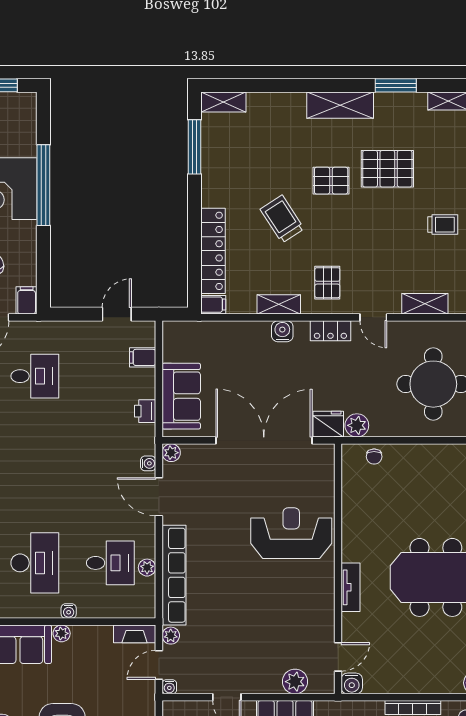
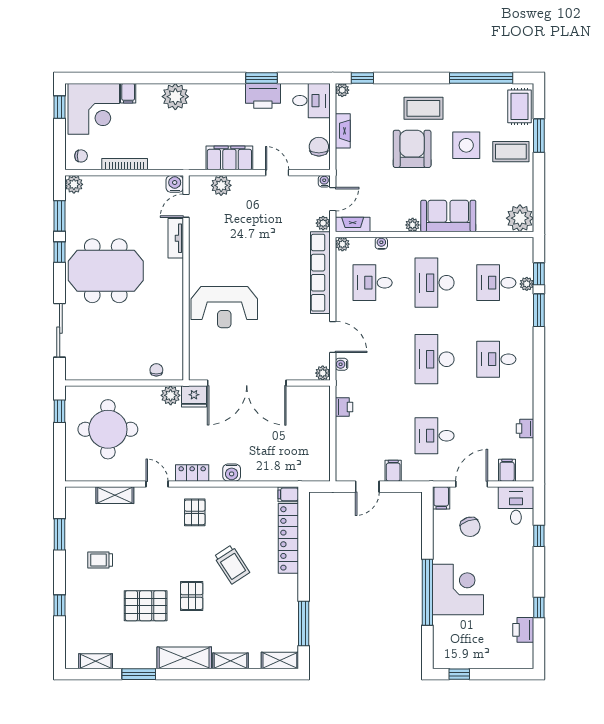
pallet: (331, 181) -> (192, 596), turned 90
shelving: (279, 304) -> (231, 661), moved
filing cabinet: (143, 357) -> (393, 471), moved, turned -90
sofa: (181, 396) -> (314, 419), removed
desk: (35, 470) -> (434, 359), added
plant: (147, 568) -> (342, 244), moved
tv unit: (351, 587) -> (176, 238), moved
water cooler: (69, 611) -> (381, 243), moved

